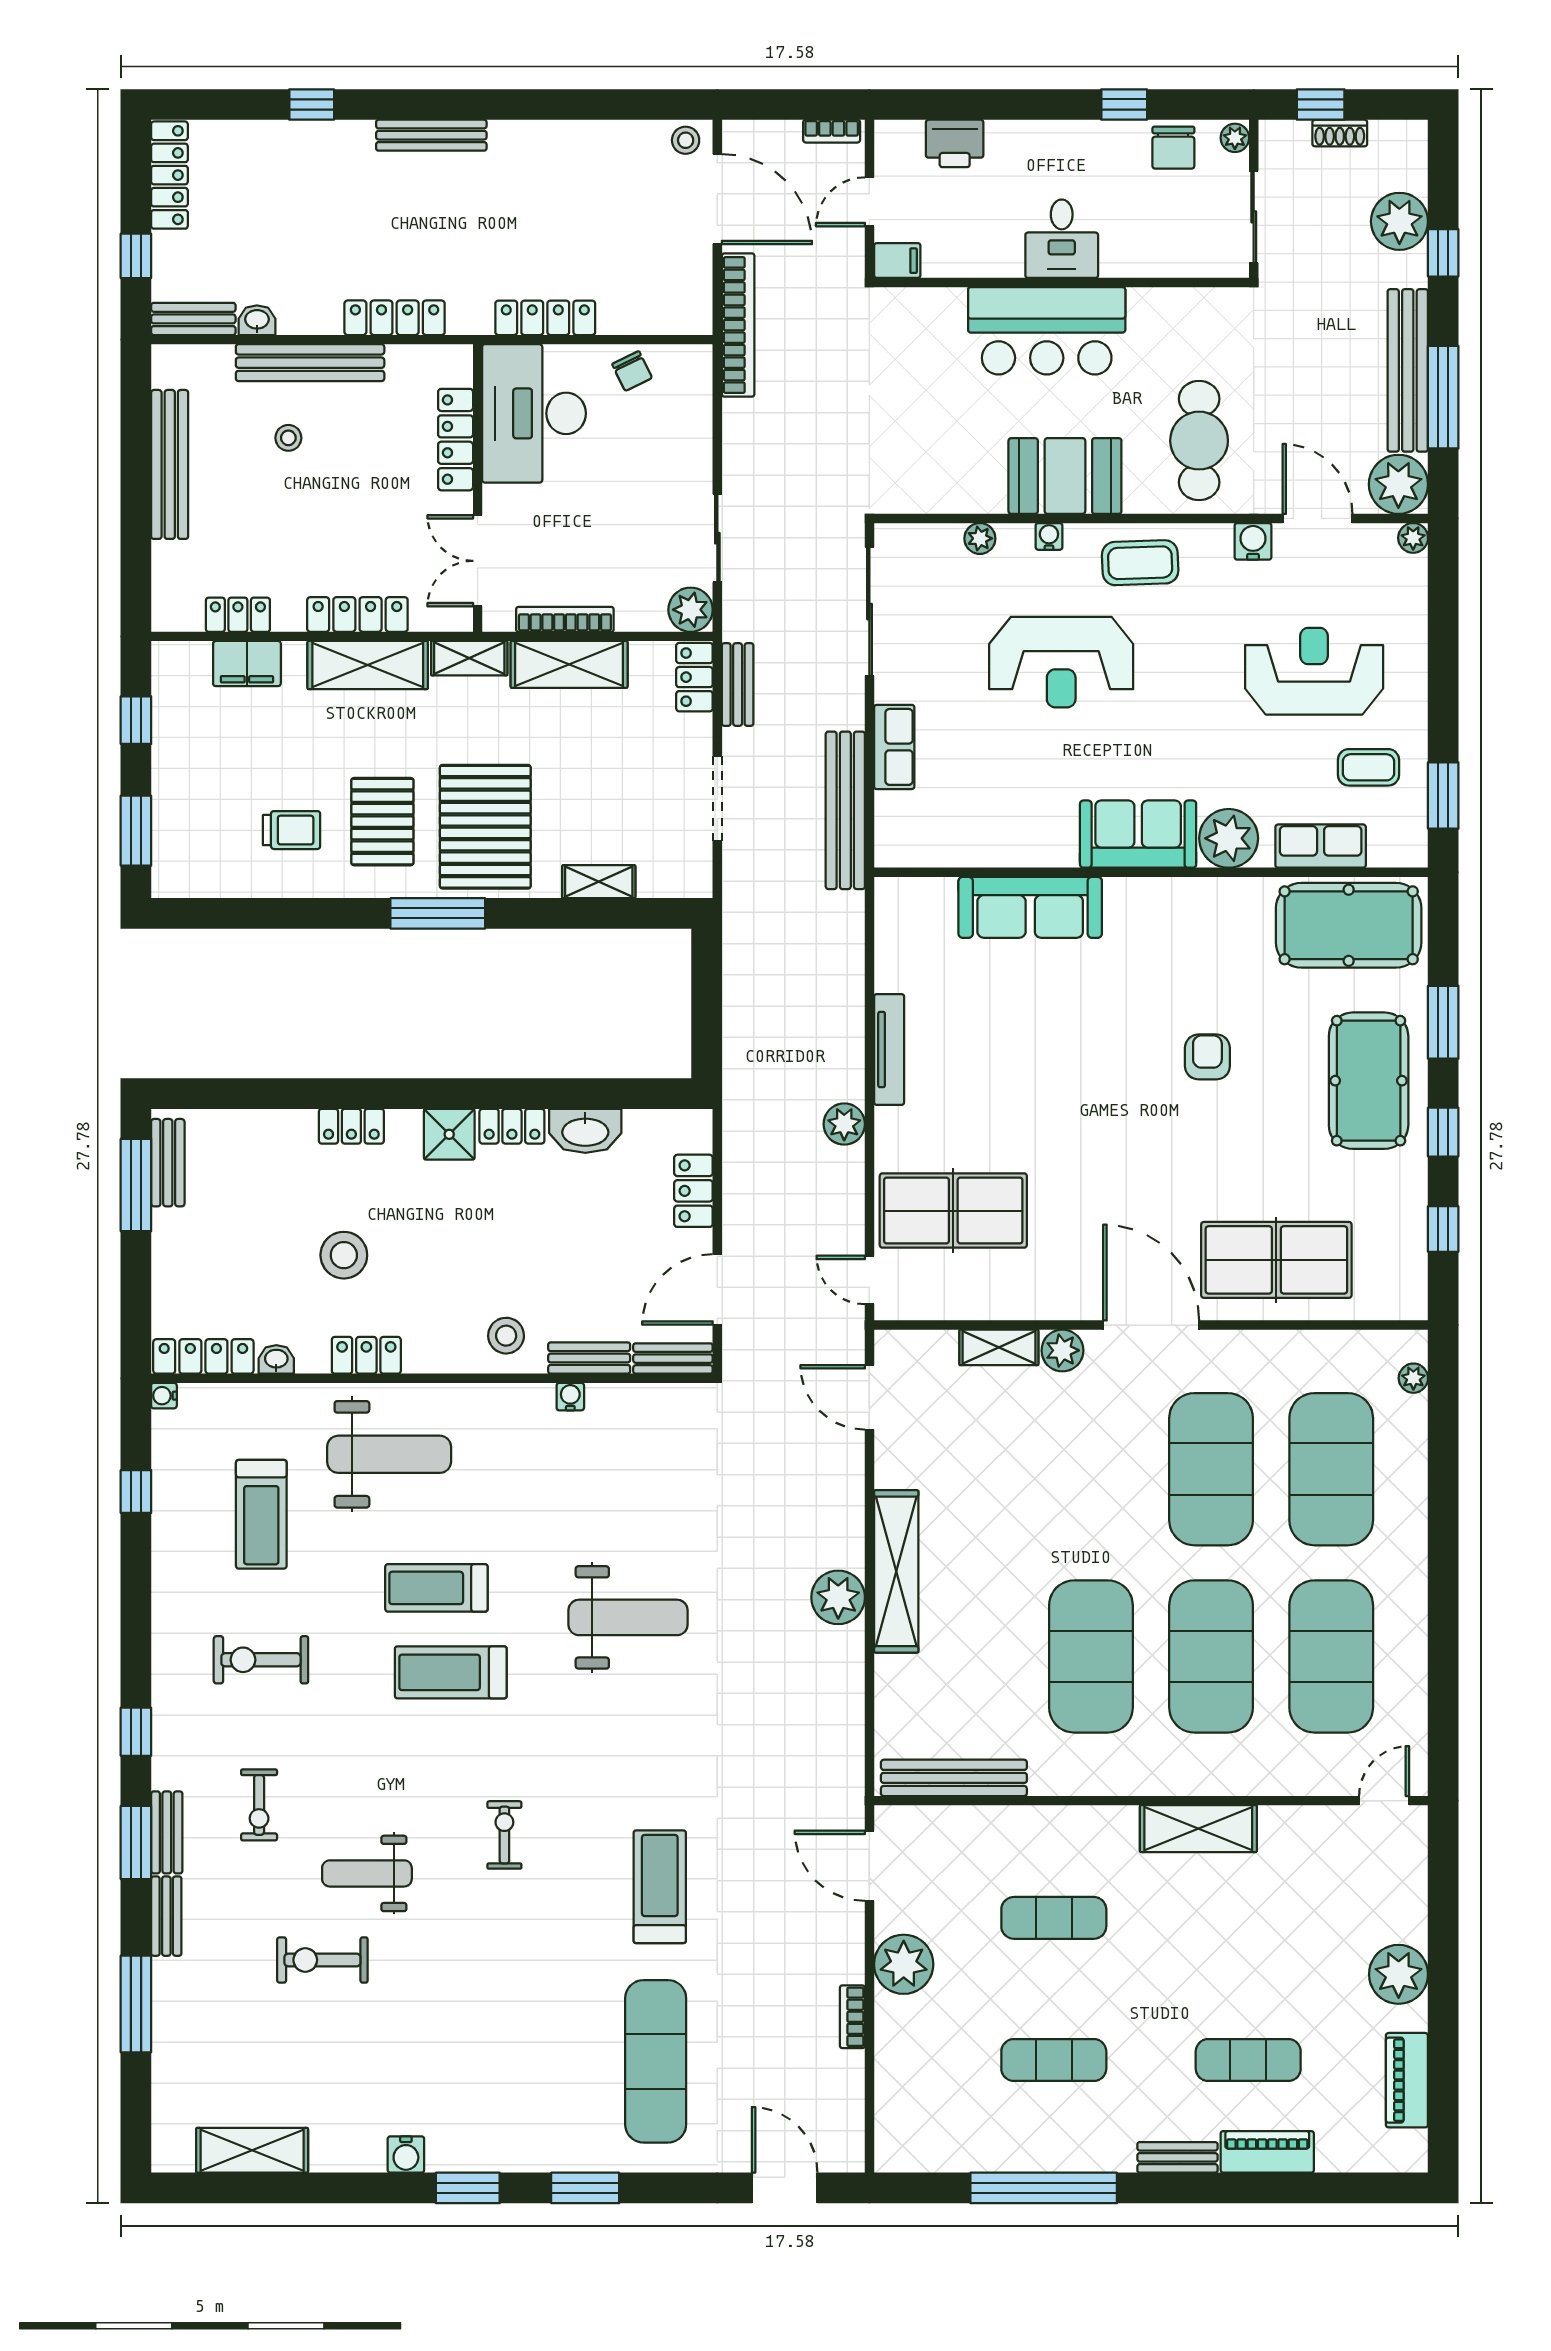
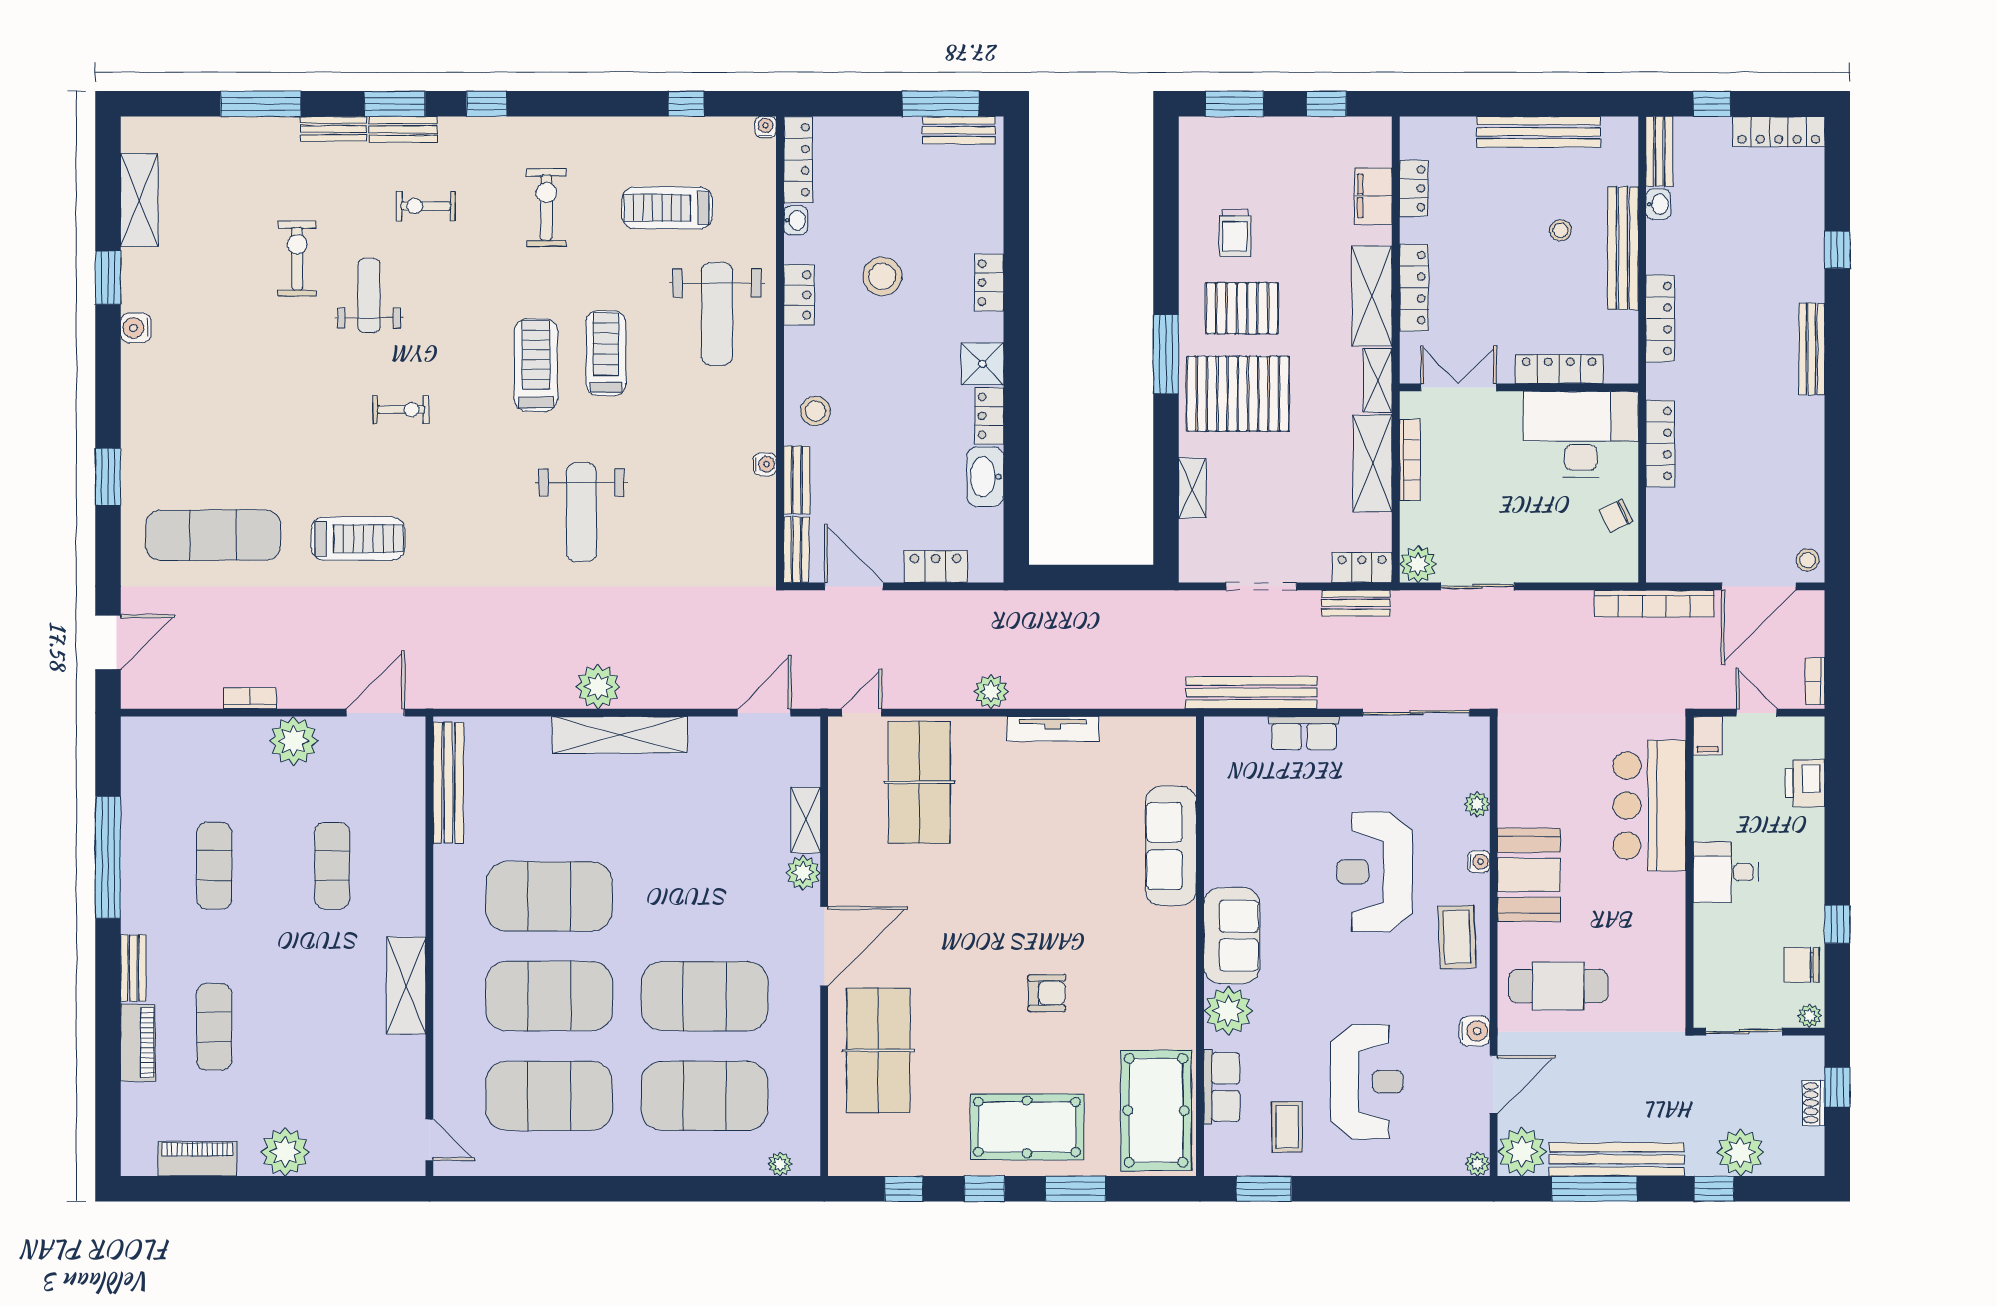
bar counter: (1047, 331) -> (1649, 806), moved
window: (468, 2188) -> (108, 278), moved

